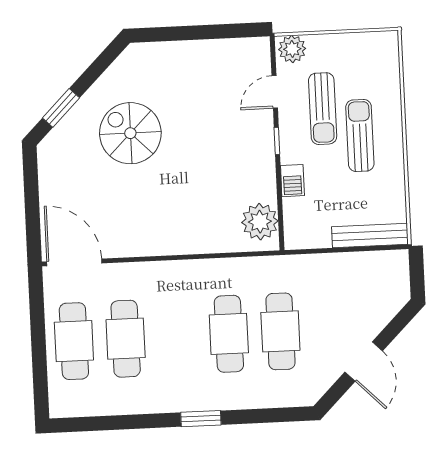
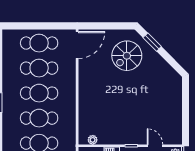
spiral stairs: (130, 133) -> (127, 56), moved, turned 180
plant: (260, 222) -> (93, 140), width x0.53, depth x0.53
cafe table: (177, 336) -> (39, 93), added

